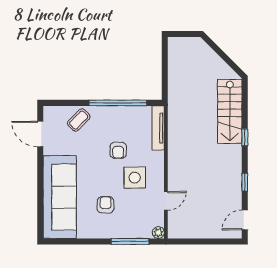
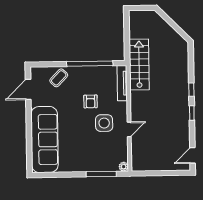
stairs: (230, 111) -> (139, 65), moved, turned 180
door: (40, 134) -> (28, 89), hinge flipped
window: (245, 182) -> (192, 113), moved
door: (166, 201) -> (129, 129), moved
armchair: (106, 205) -> (81, 145), removed

